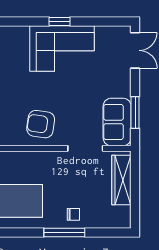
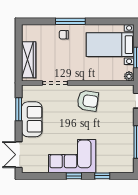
window: (21, 21) -> (102, 176), added
sofa: (117, 122) -> (32, 119), moved

